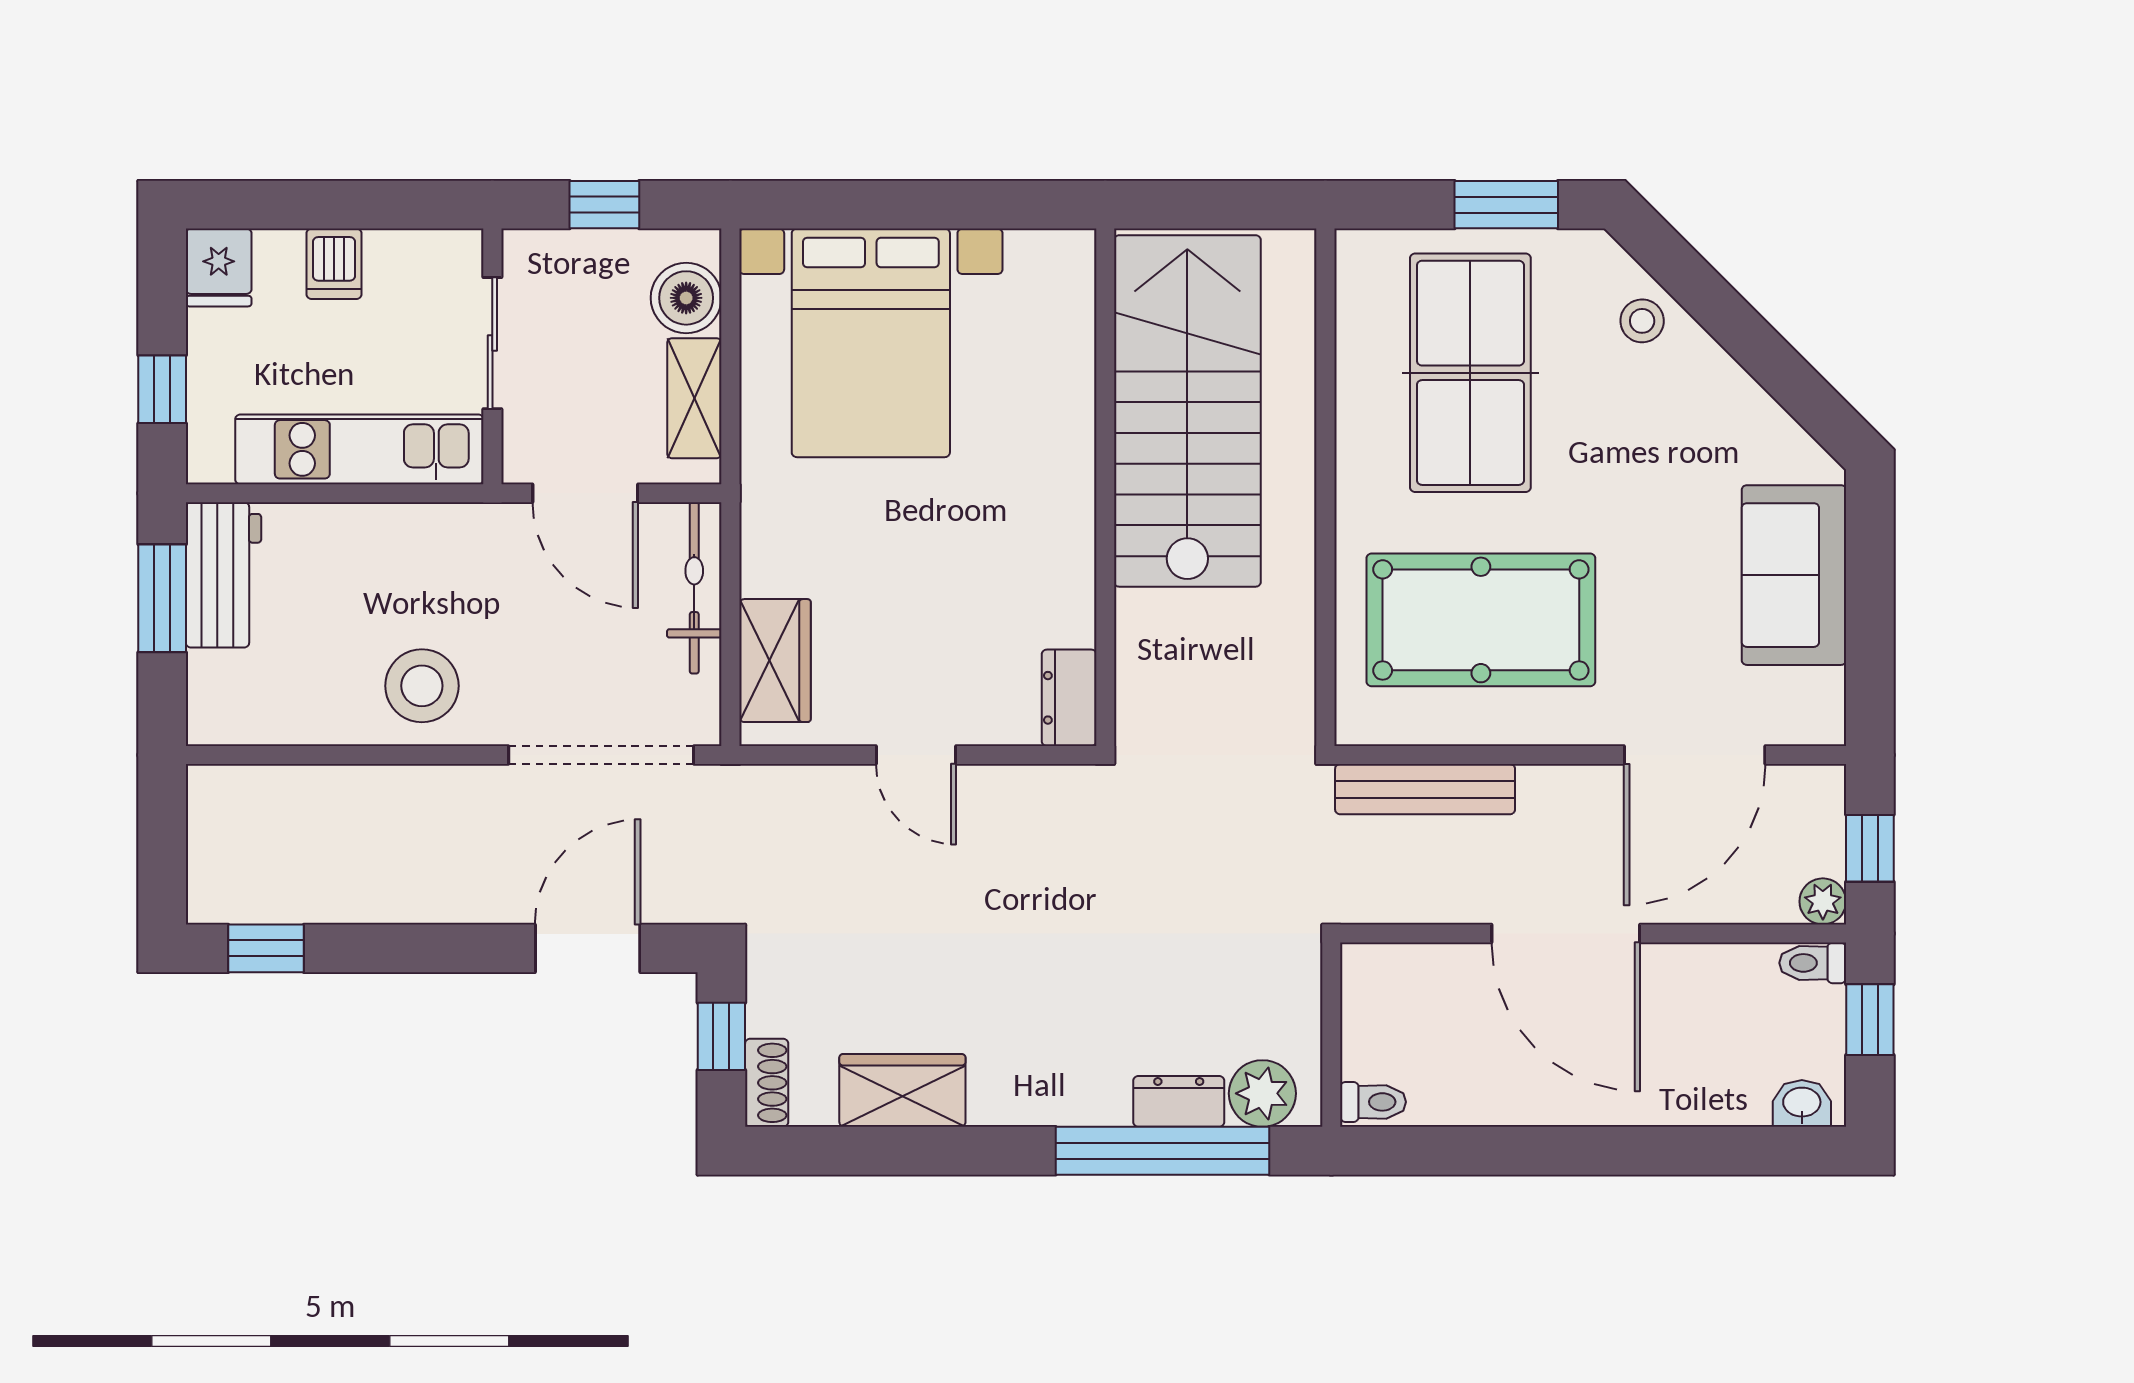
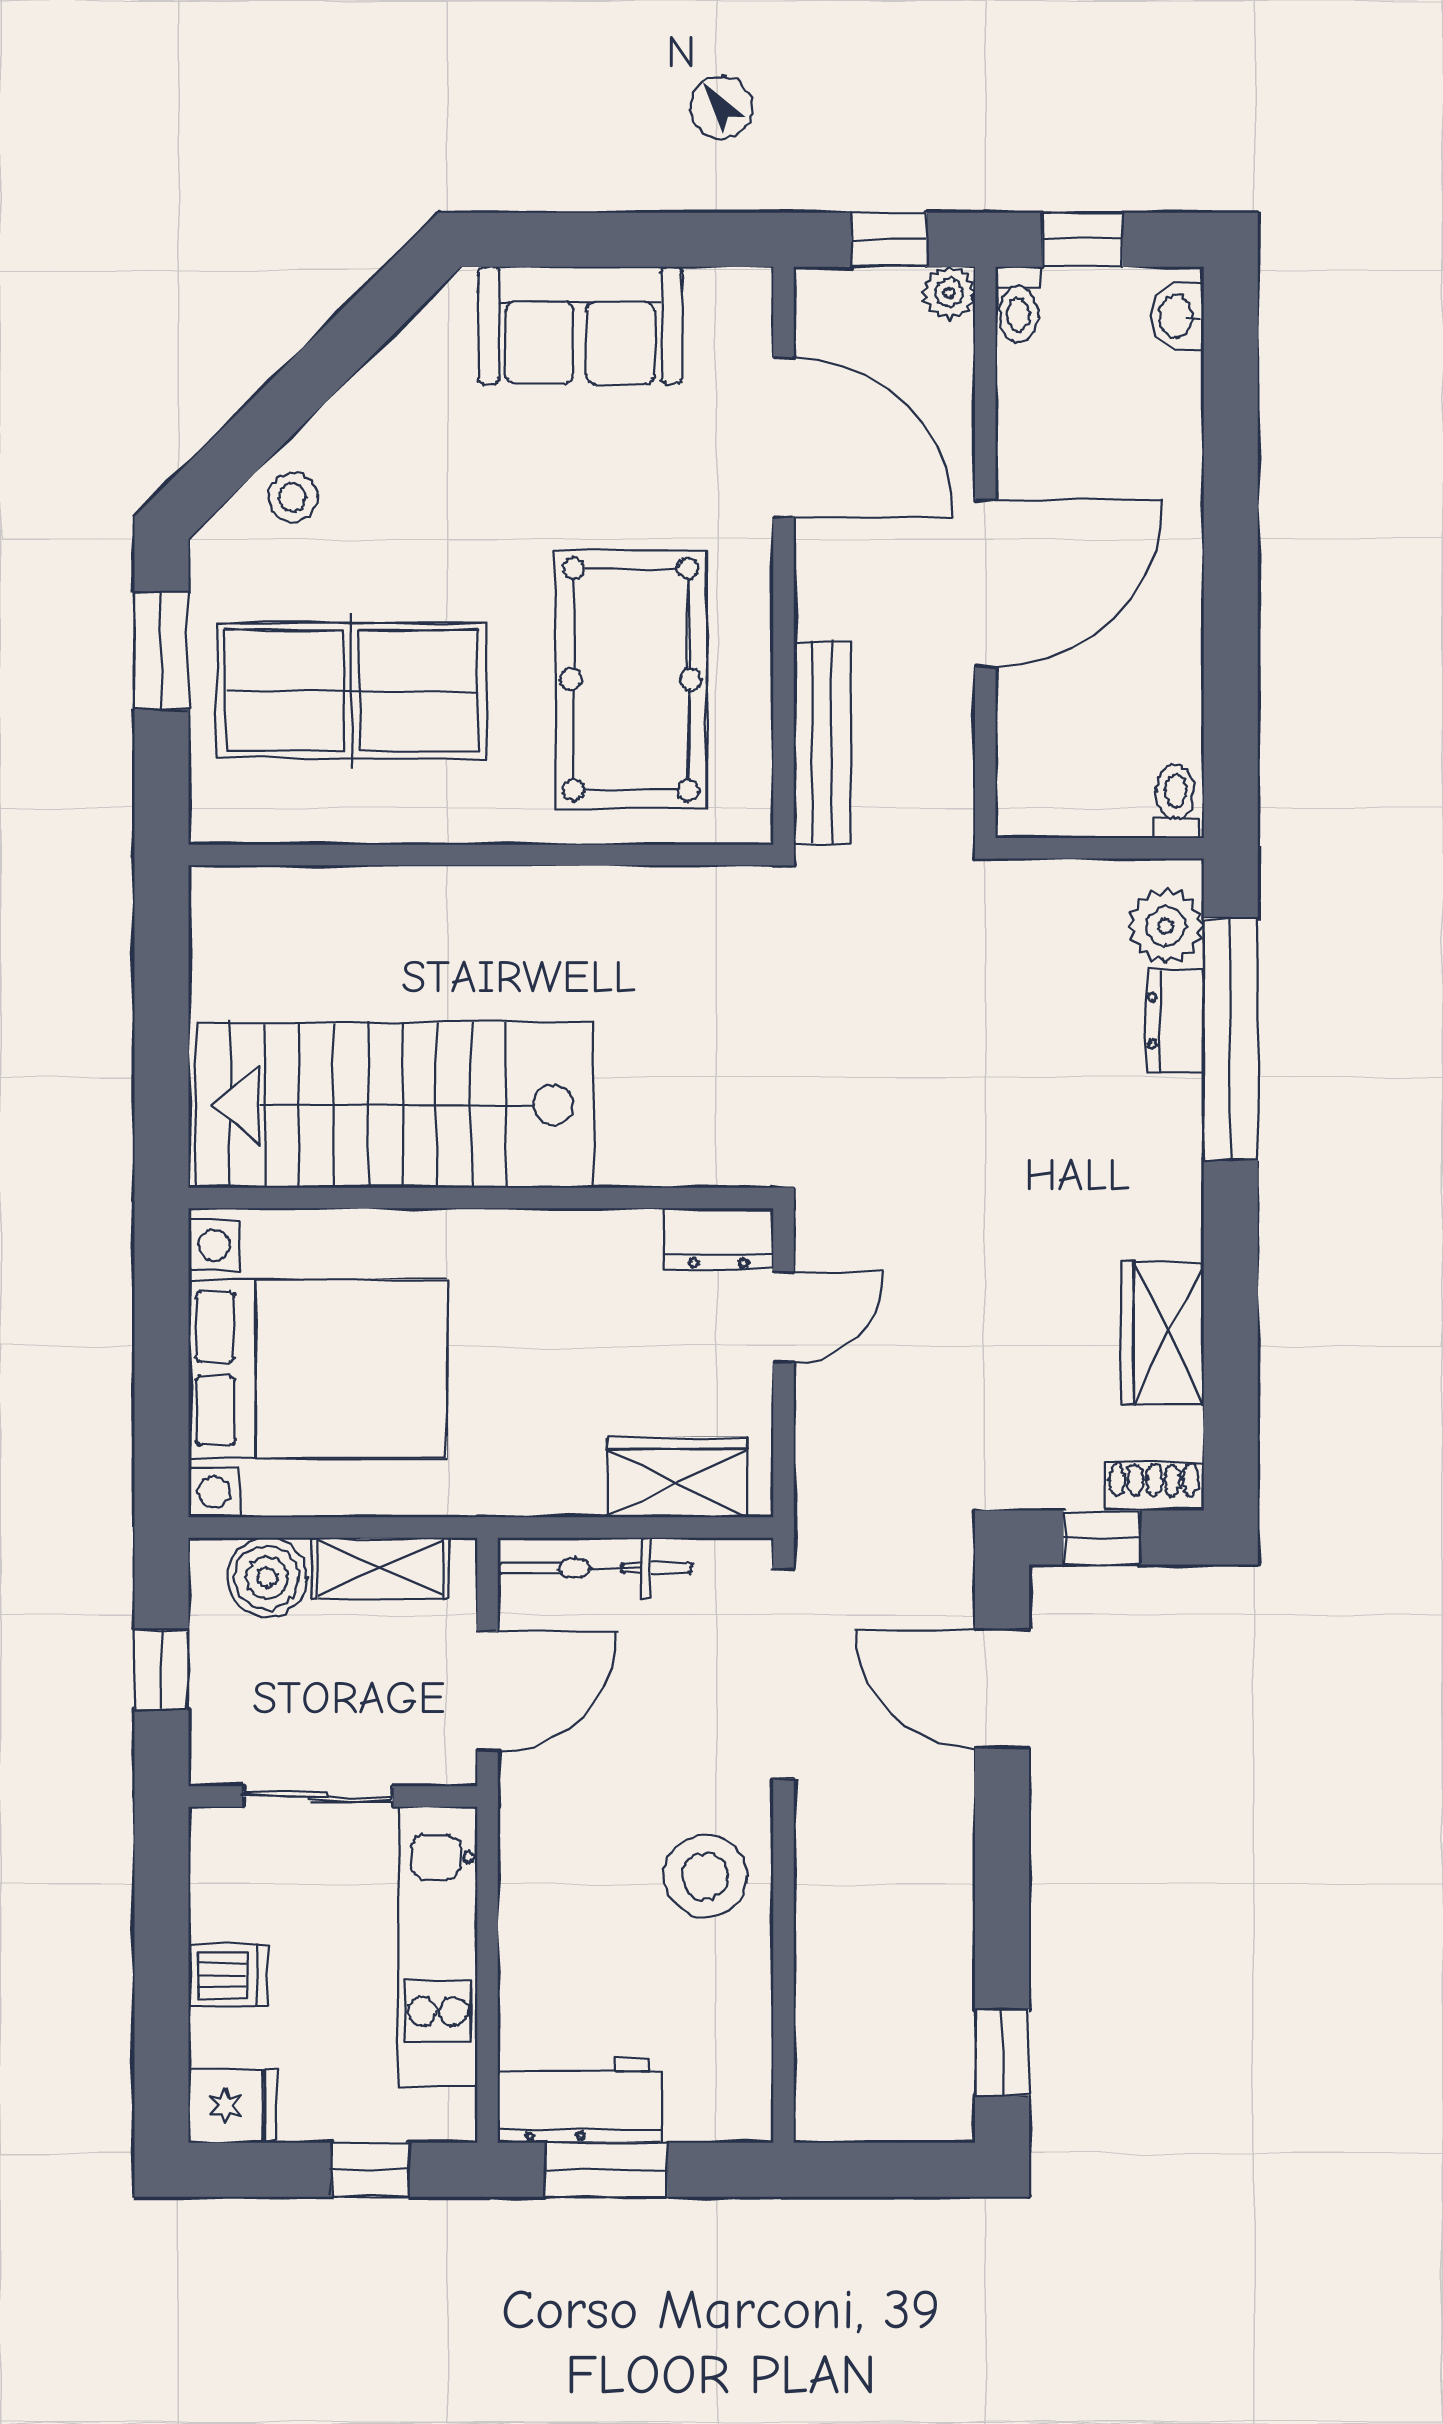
stairs: (1187, 411) -> (395, 1105), moved
wall: (1105, 487) -> (481, 1198), moved
dresser: (1069, 698) -> (719, 1239), moved

